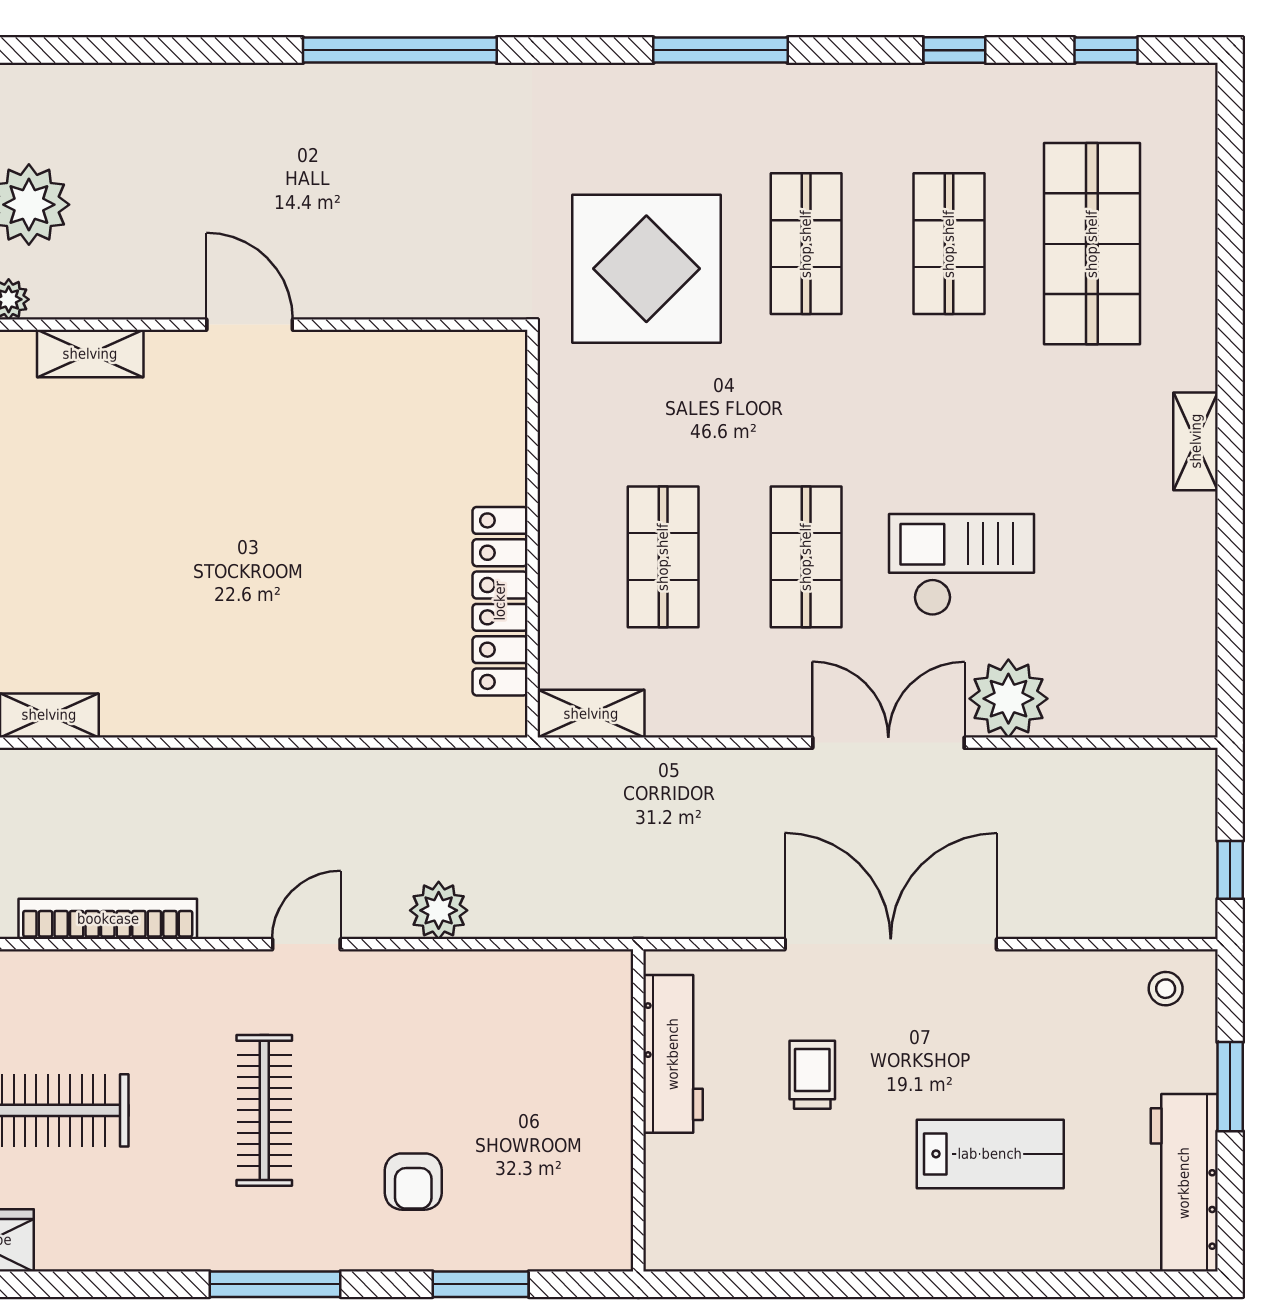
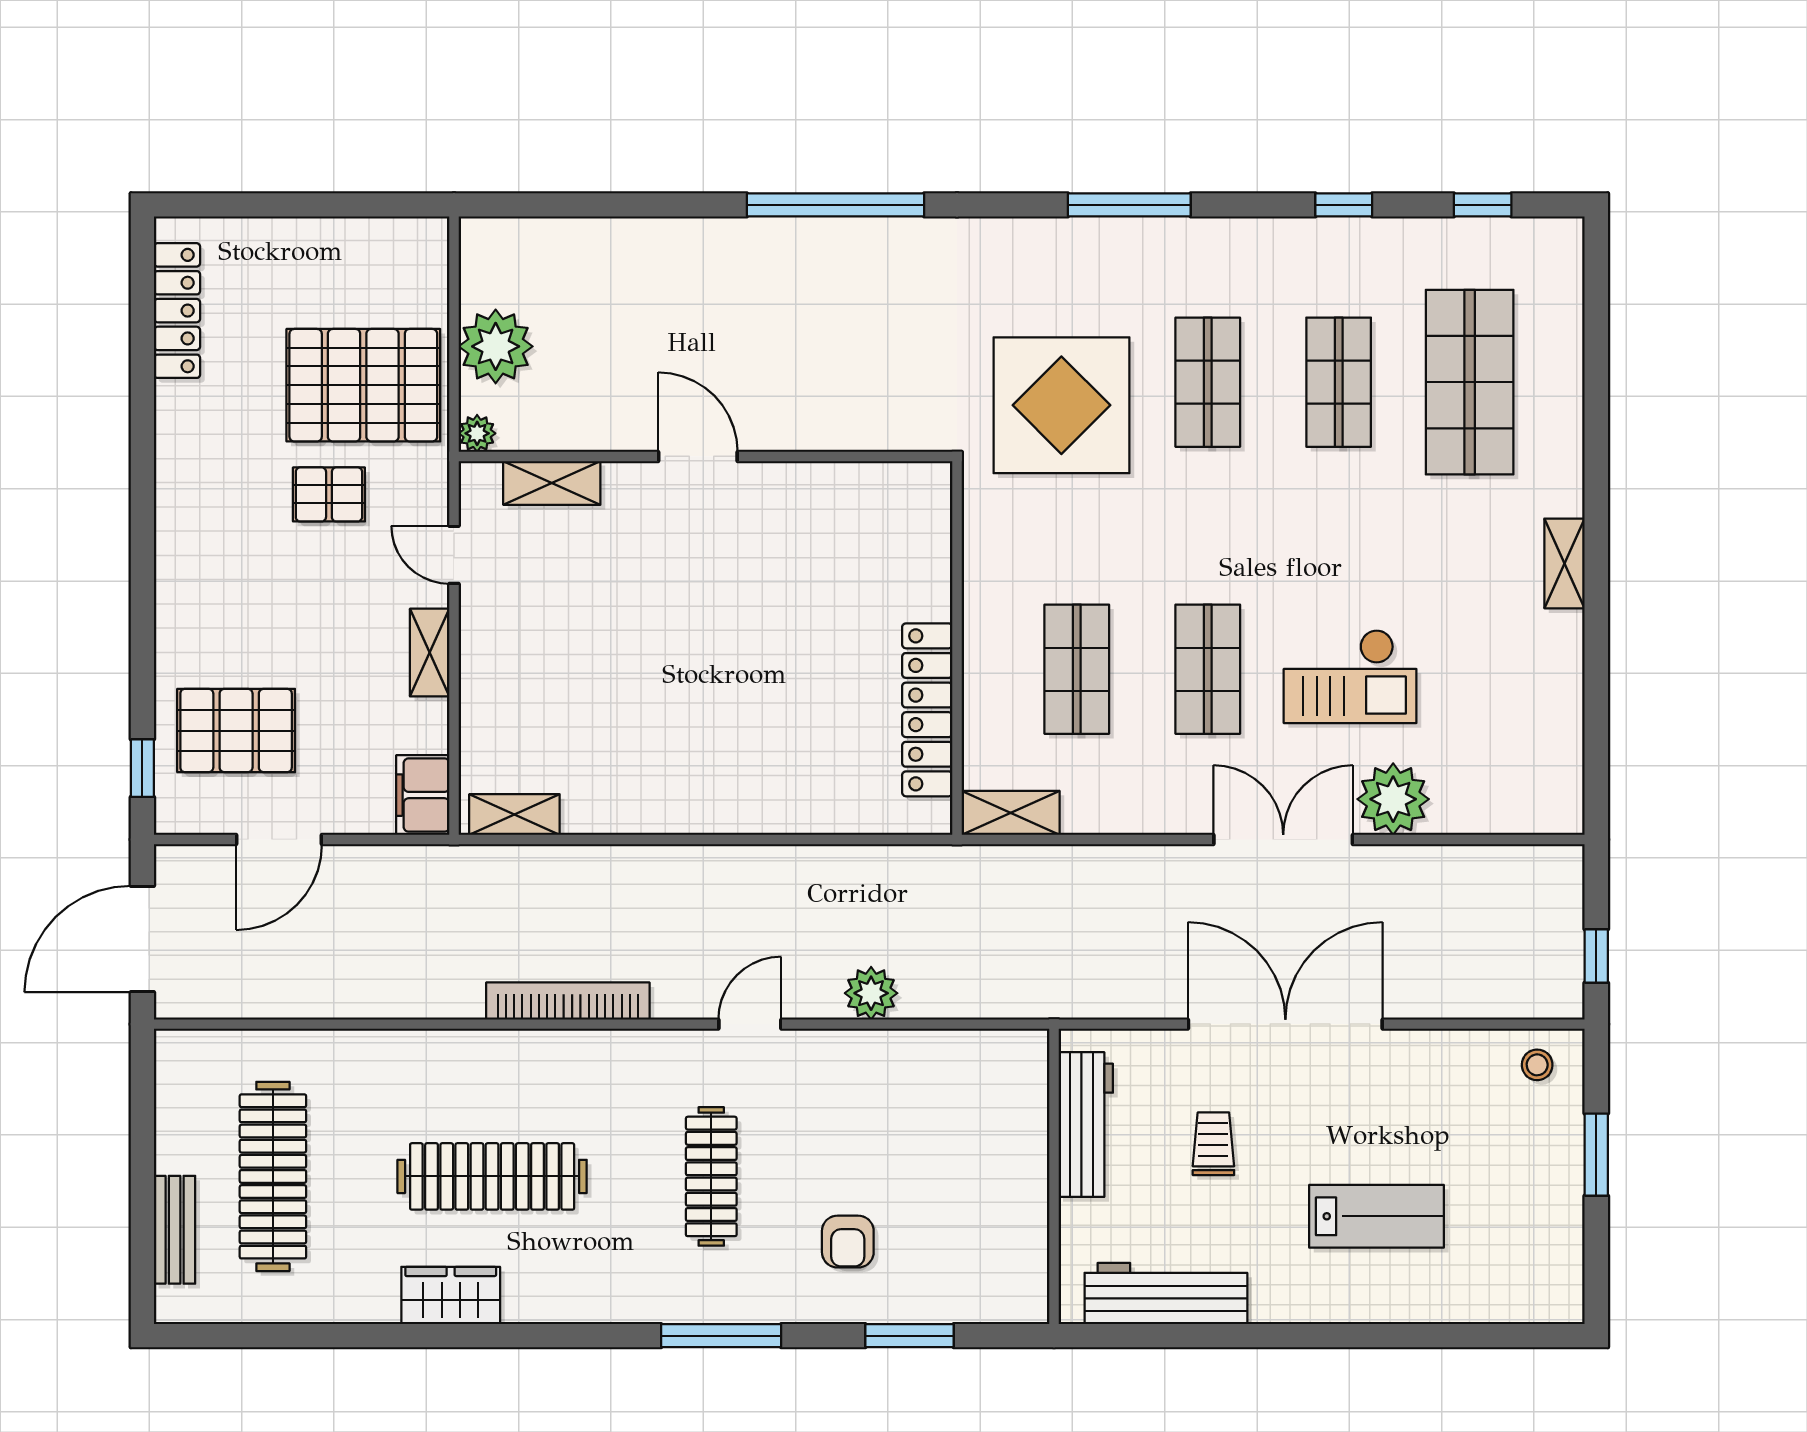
checkout: (961, 565) -> (1350, 676), turned 180
workbench: (1184, 1183) -> (1166, 1294), moved, turned 90

